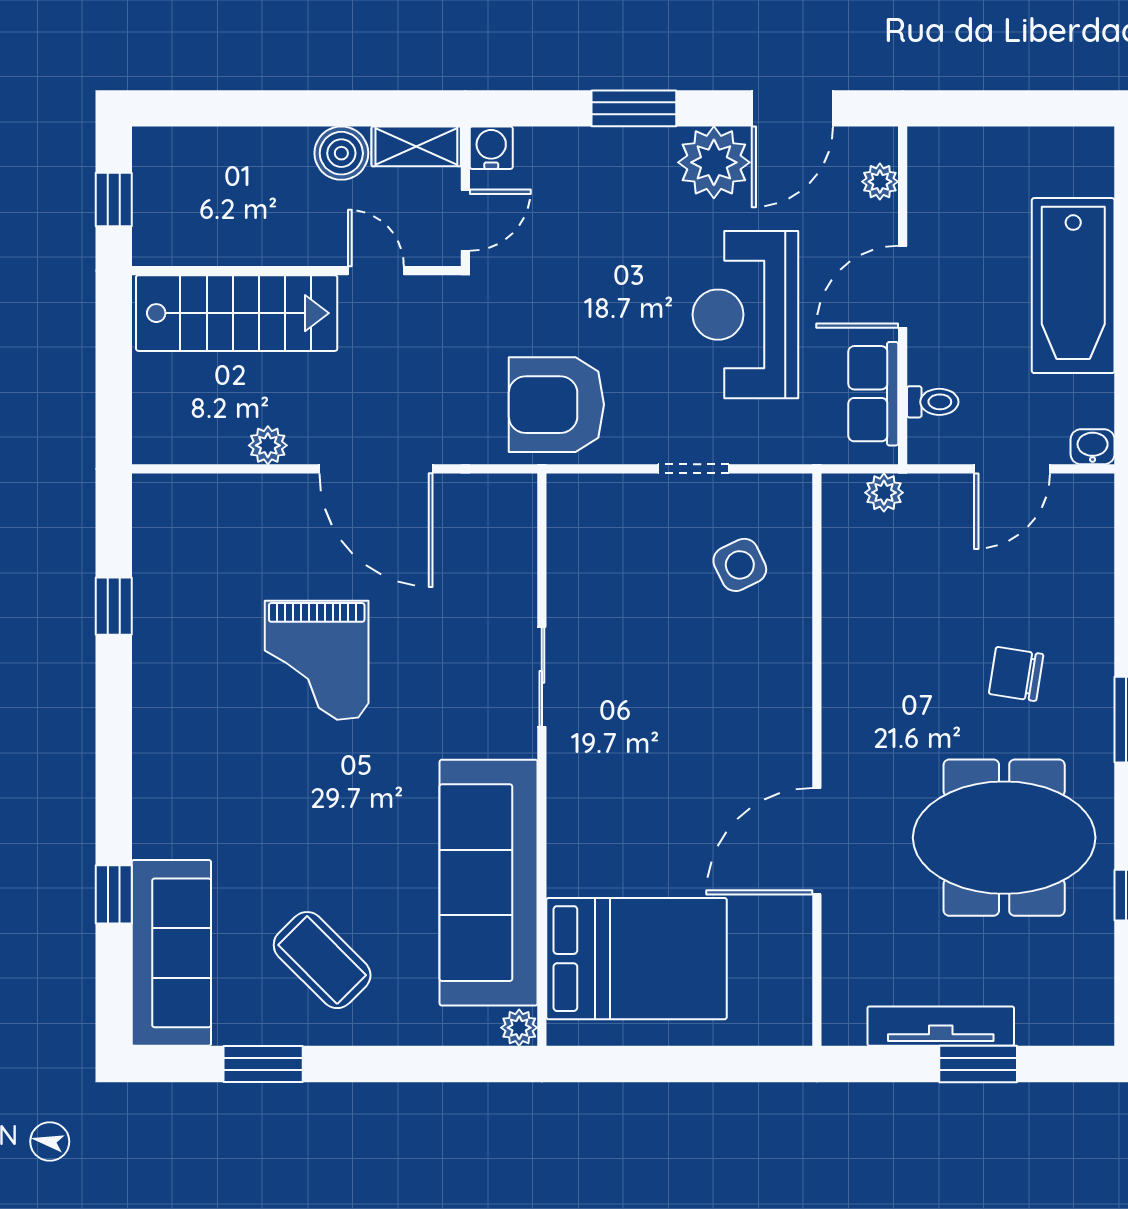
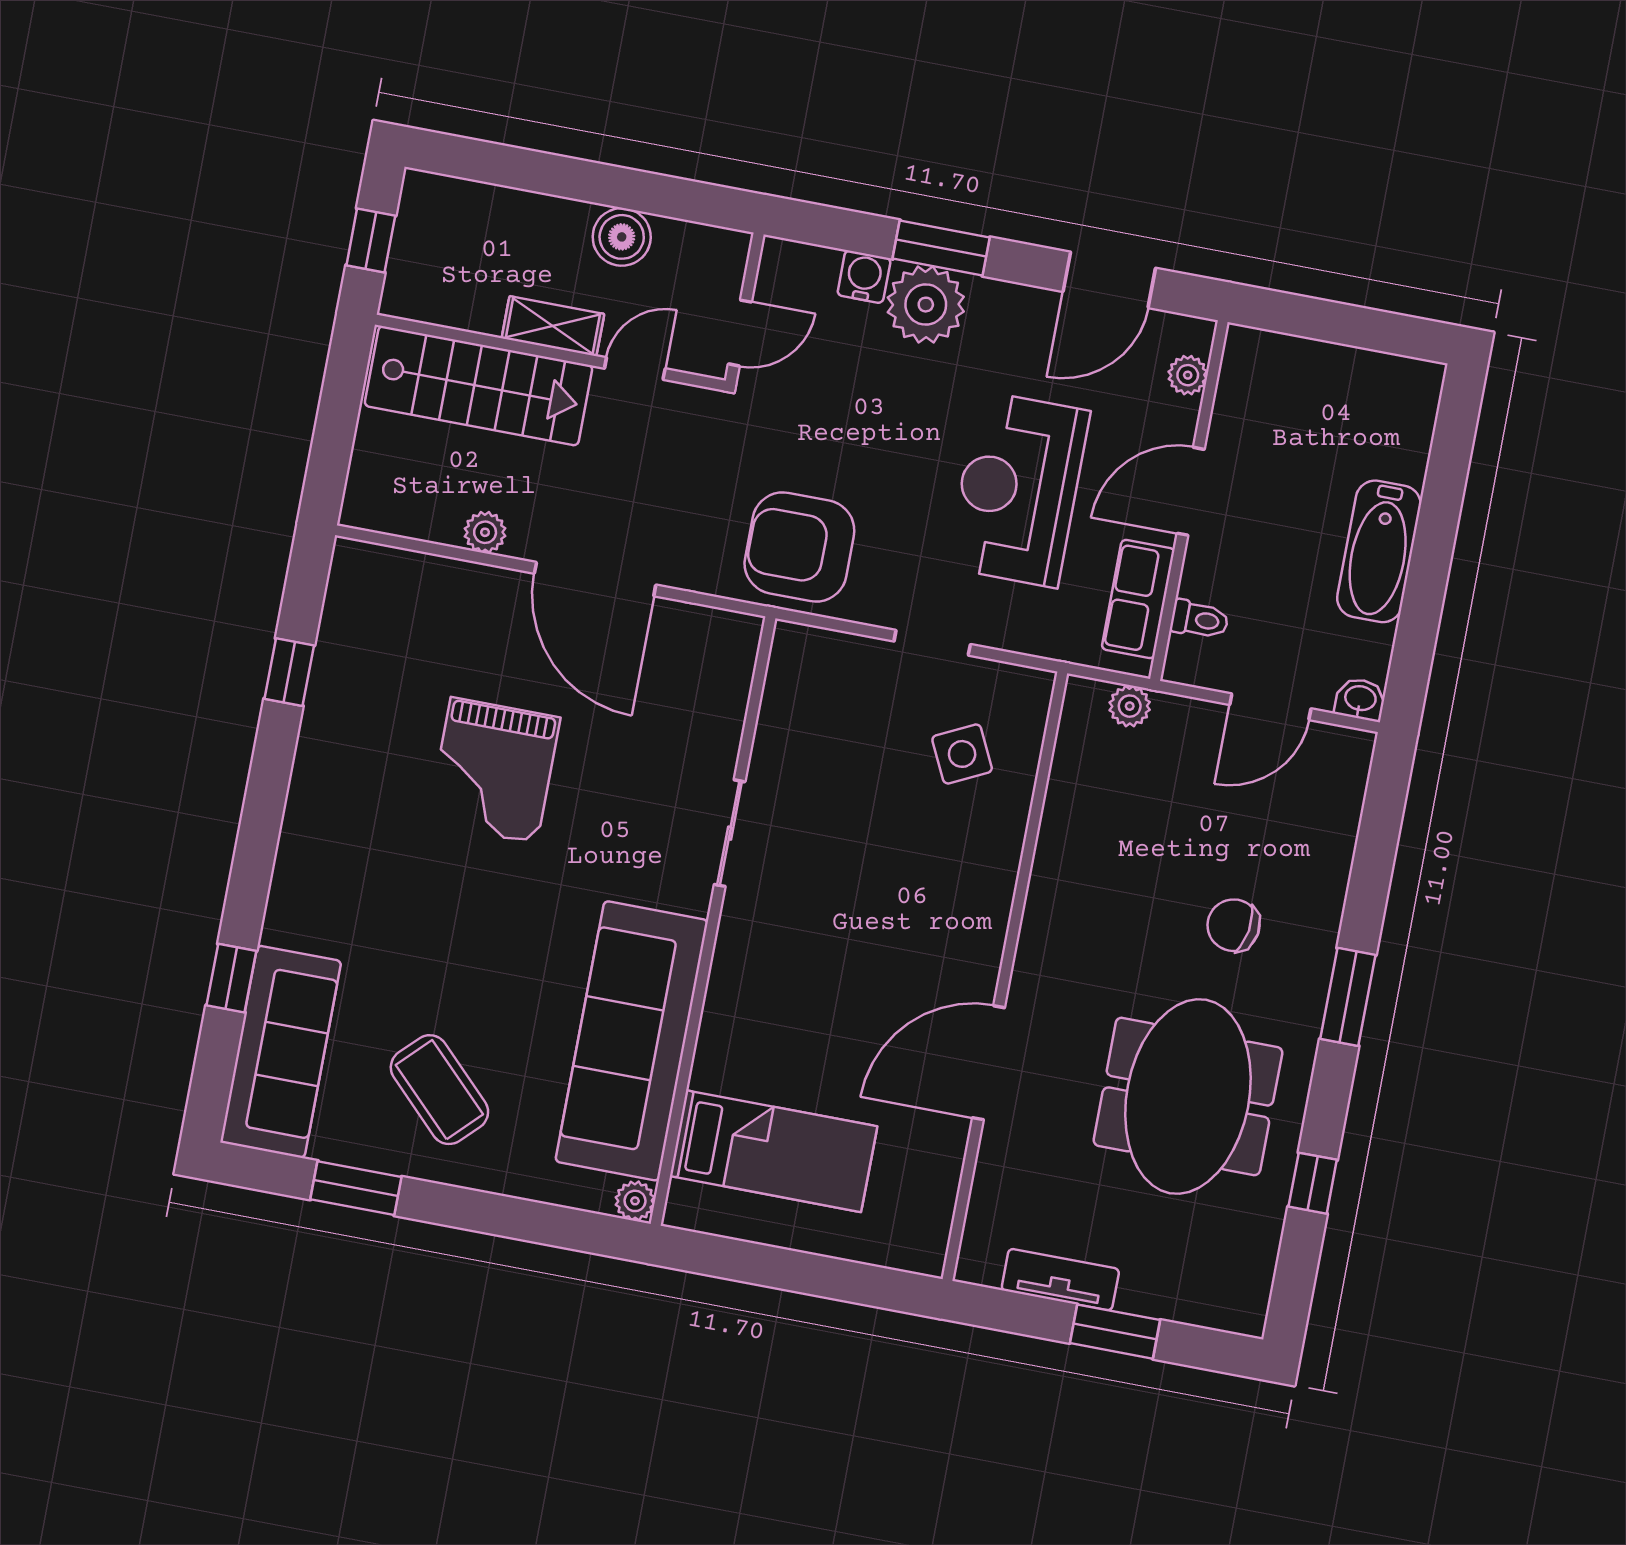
shelving: (416, 146) -> (553, 326), moved
water cooler: (491, 148) -> (864, 277), moved
plant: (714, 162) -> (926, 305), moved
door: (376, 271) -> (635, 369), hinge flipped
bathtub: (1073, 286) -> (1379, 551), width x0.73, depth x0.73
meeting table: (1004, 838) -> (1188, 1096), turned 90
bed: (637, 959) -> (774, 1151), width x0.67
tv unit: (941, 1026) -> (1060, 1280), width x0.71

